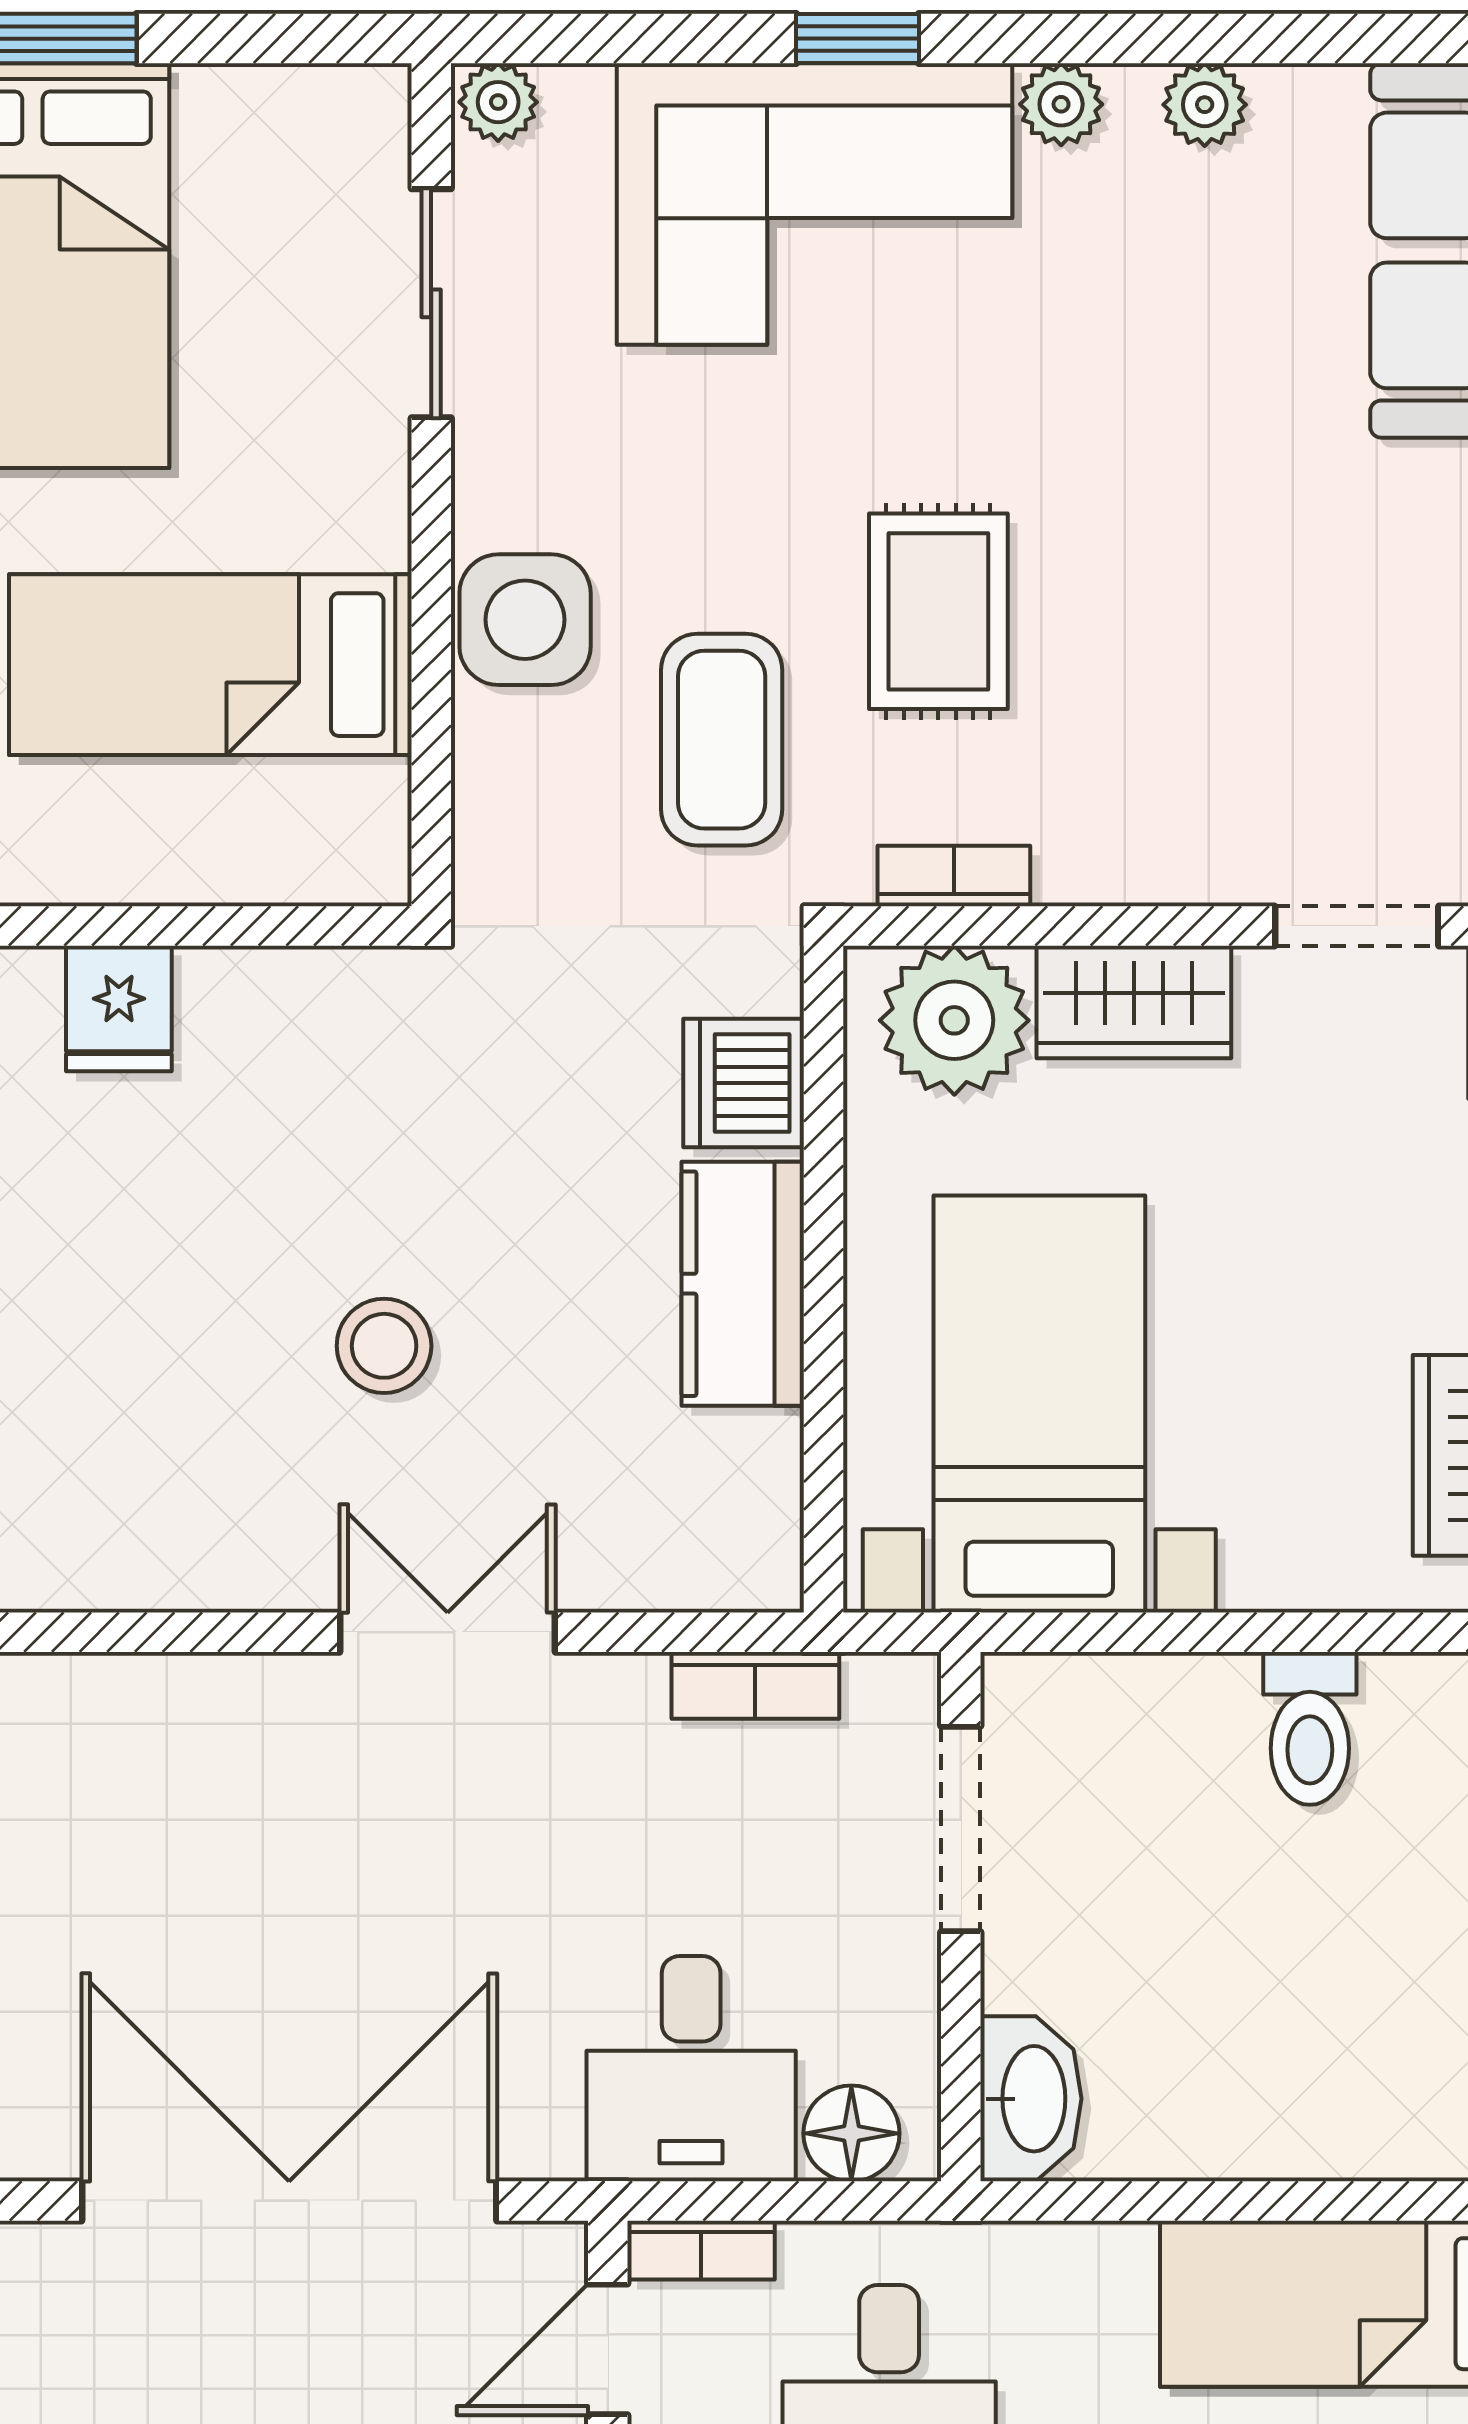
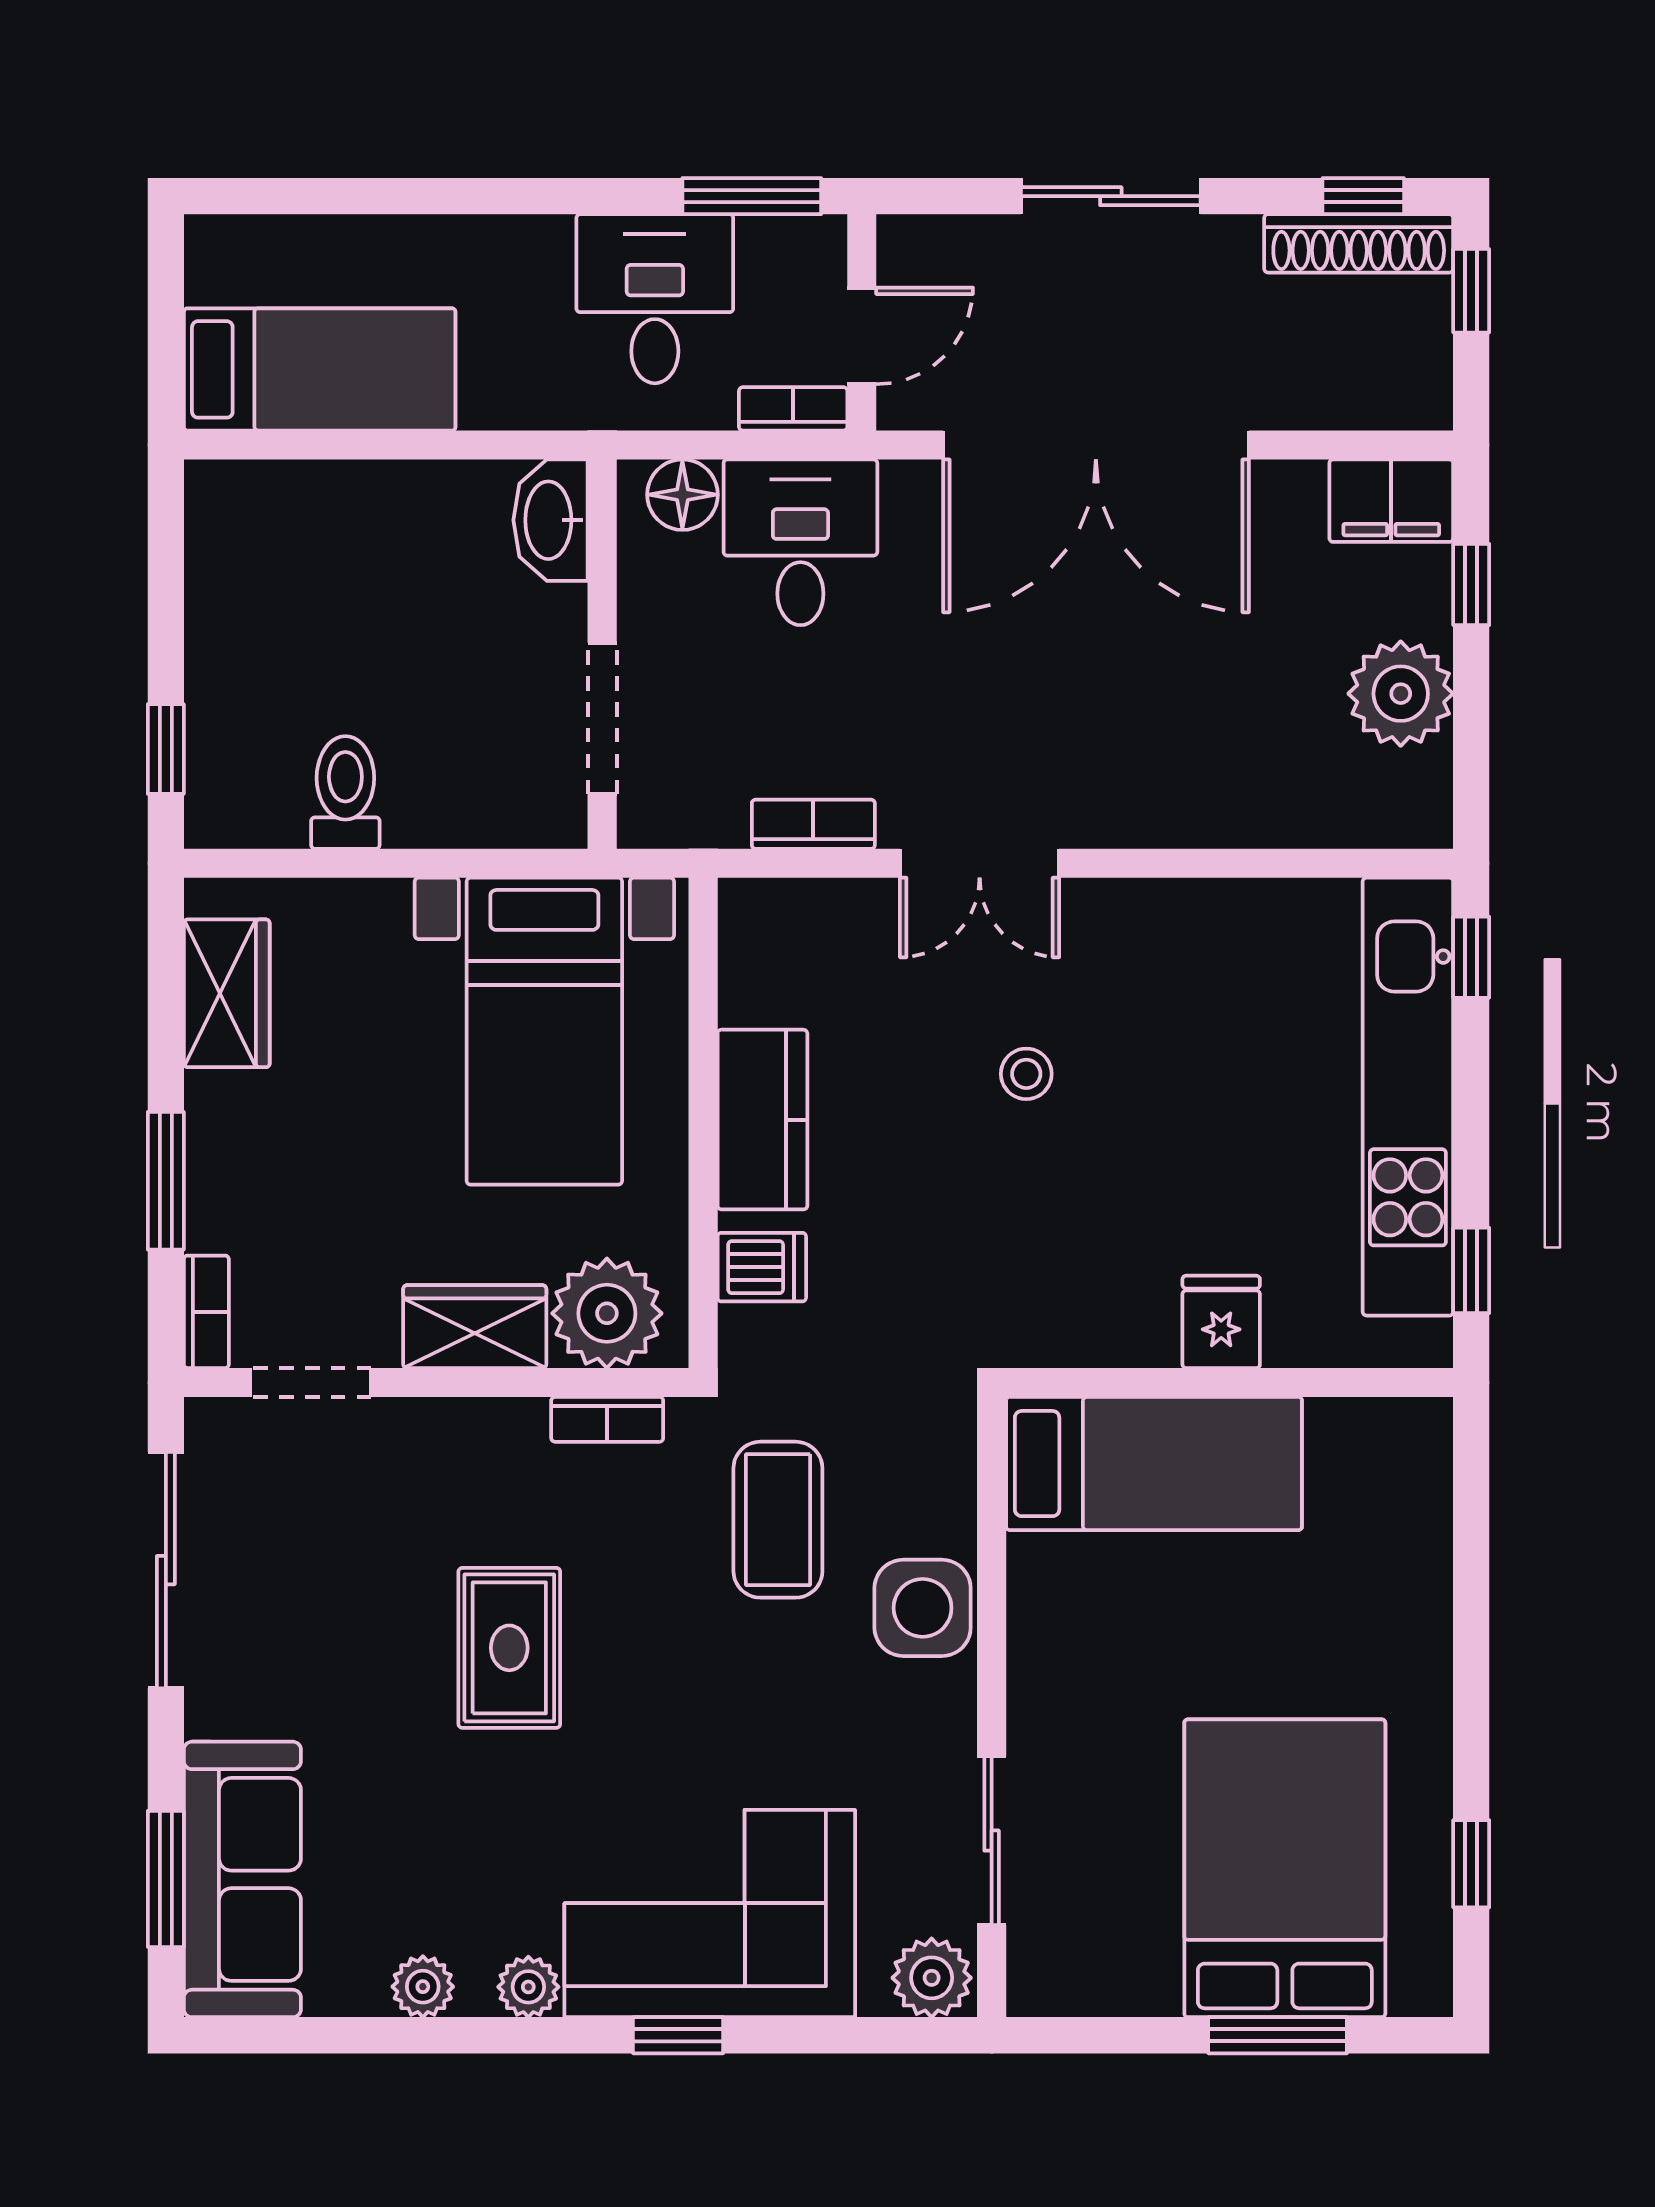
plant: (498, 102) -> (932, 1978), width x1.38, depth x1.38
rug: (938, 611) -> (509, 1648), moved
bed: (210, 665) -> (1154, 1464), moved
dishwasher: (744, 1083) -> (762, 1267), width x0.73
stool: (384, 1346) -> (1026, 1074), width x0.73, depth x0.73
bookcase: (755, 1685) -> (813, 824), moved

